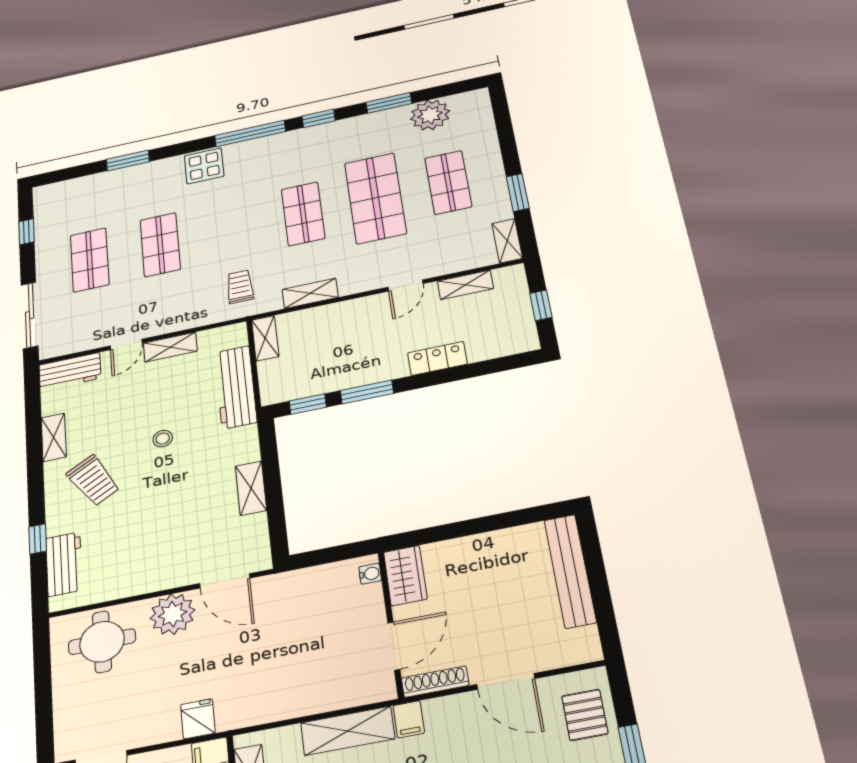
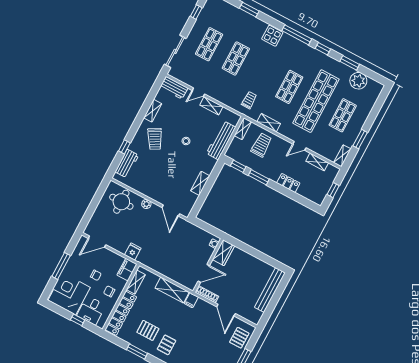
shop shelf: (375, 198) -> (316, 101), width x1.40
trolley: (326, 337) -> (261, 145), added
plant: (173, 614) -> (146, 204), width x0.53, depth x0.53

